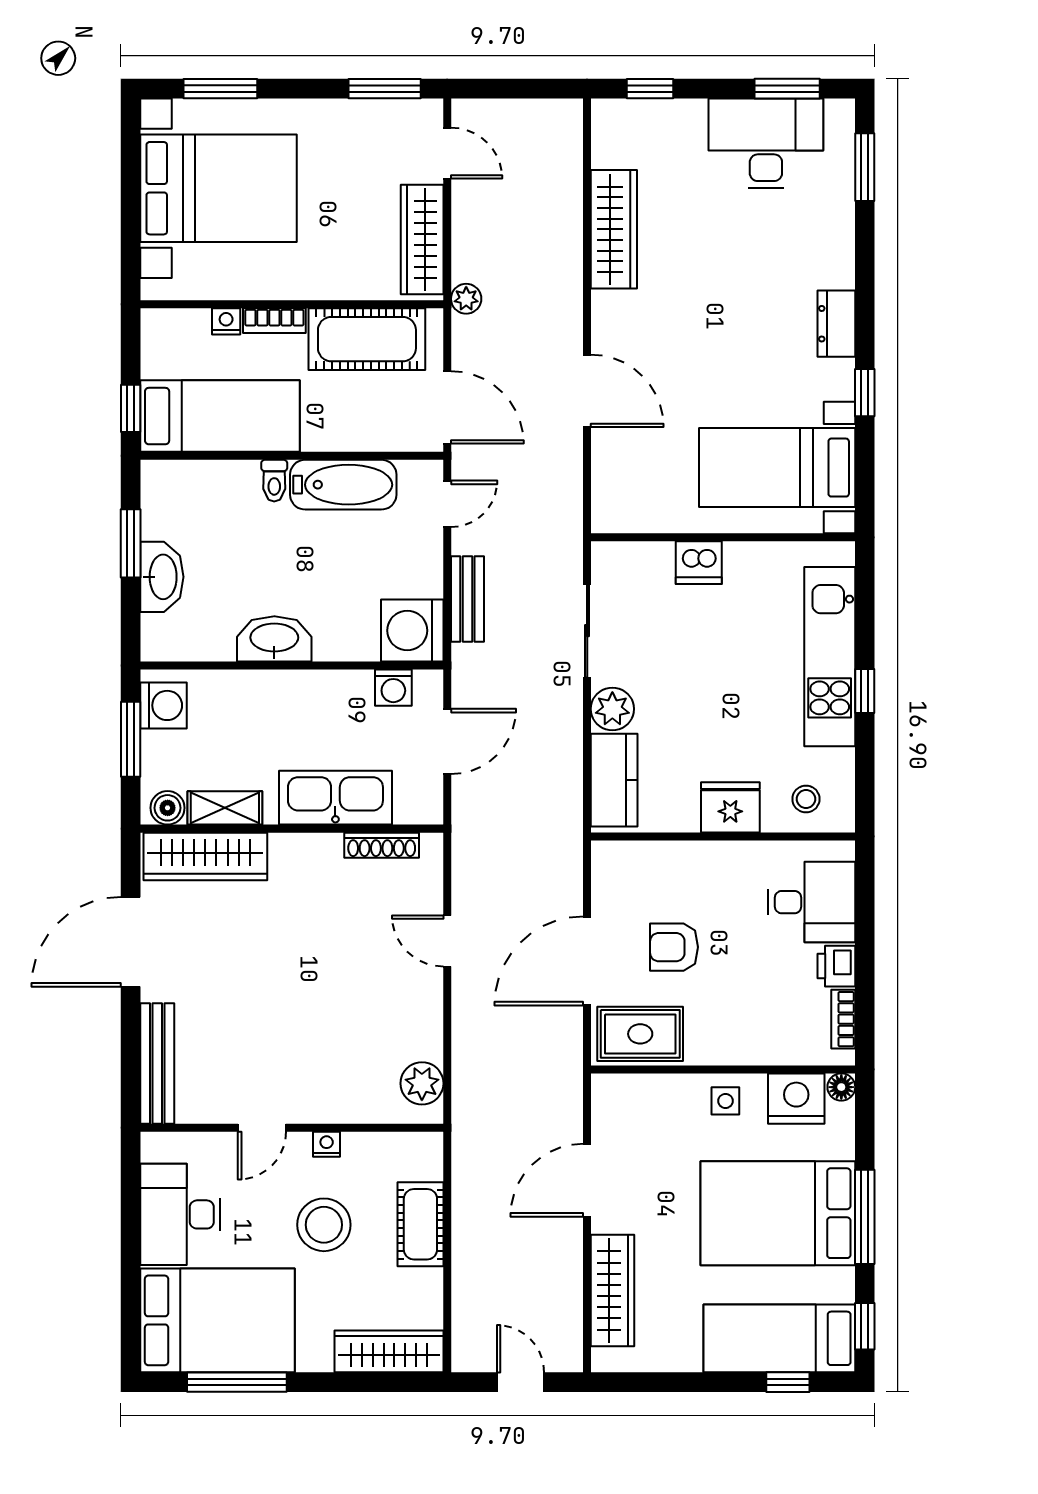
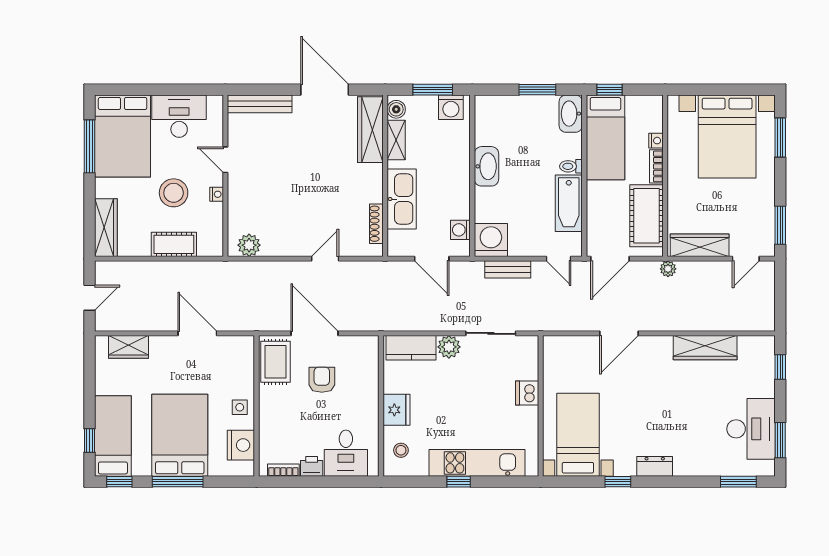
washbasin: (162, 577) -> (571, 114), moved, turned 90
floor lamp: (841, 1087) -> (247, 469), removed
wardrobe: (612, 1291) -> (129, 347), width x0.67

